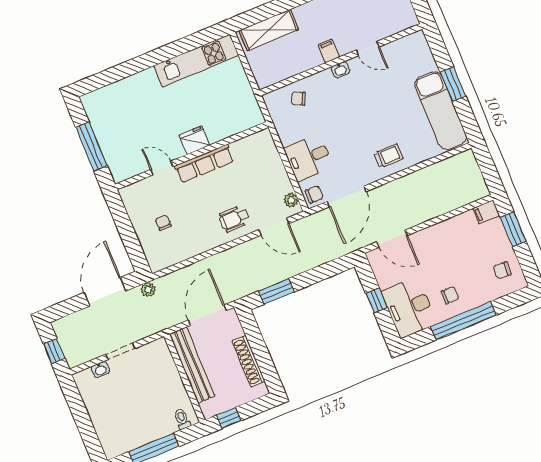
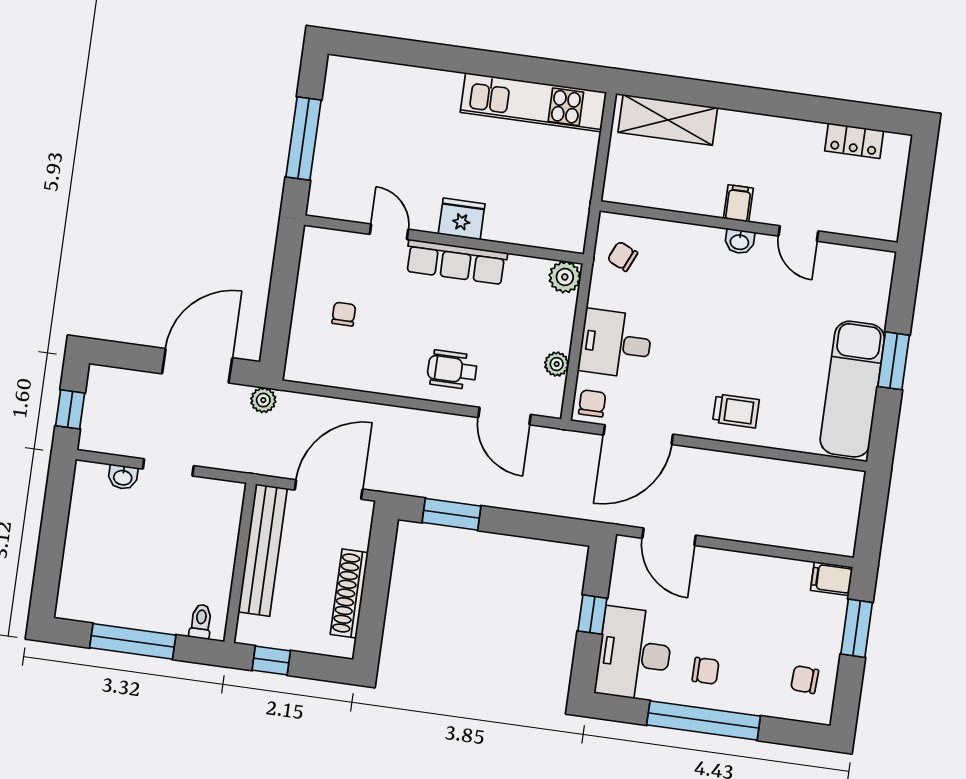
chair: (299, 99) -> (623, 256), moved
plant: (263, 139) -> (565, 277), added
chair: (314, 194) -> (592, 403), turned -90
plant: (291, 200) -> (557, 364), moved

